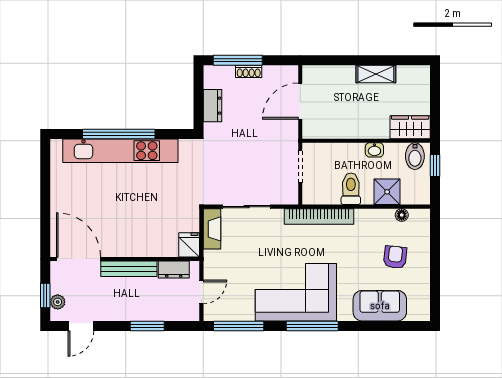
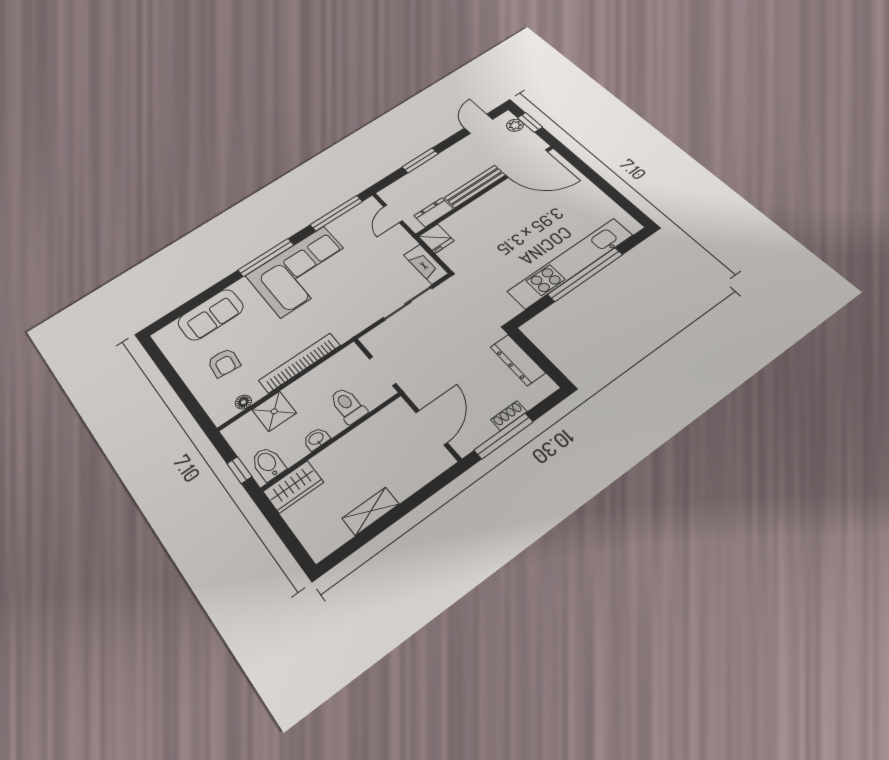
window: (238, 60) -> (504, 436), moved
dresser: (212, 106) -> (518, 360), width x1.44
toilet: (351, 189) -> (348, 405), moved, turned 180
bookcase: (319, 216) -> (300, 363), moved

